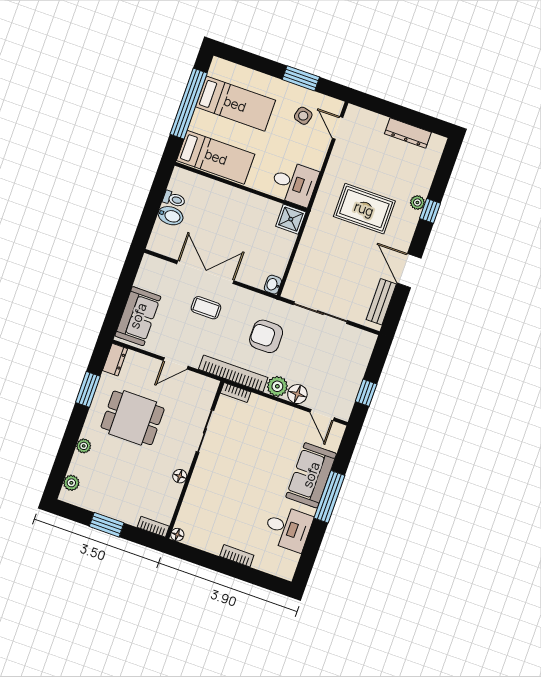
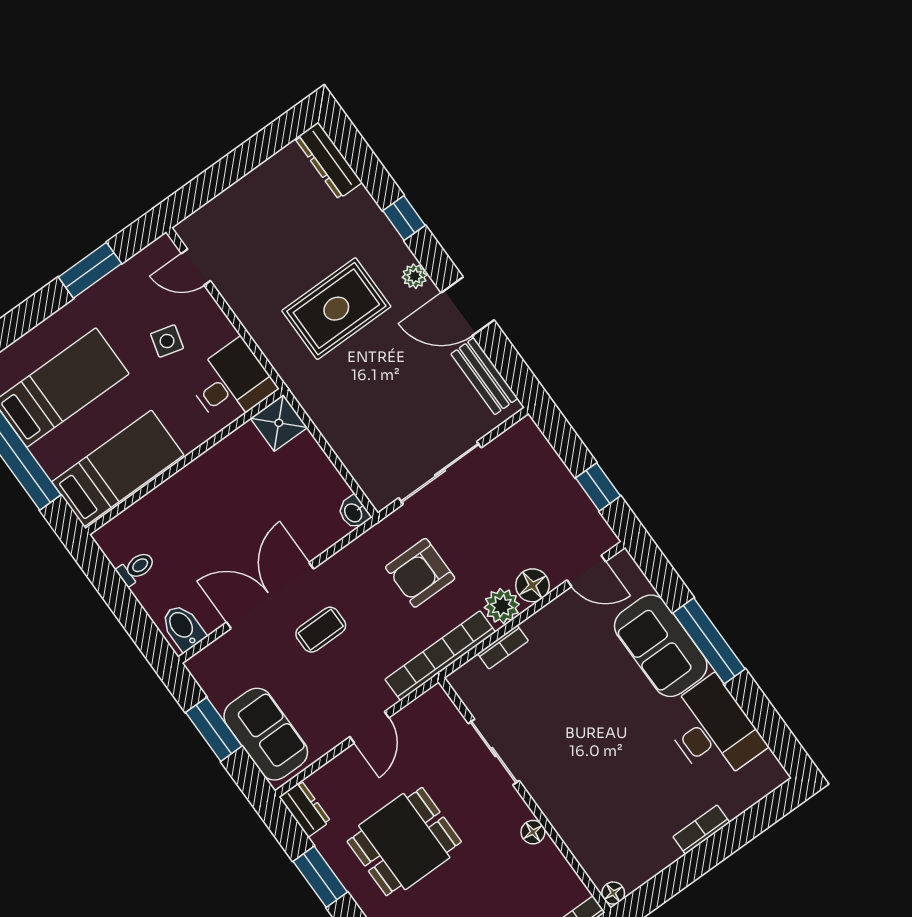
side table: (303, 116) -> (167, 341), moved
dresser: (408, 133) -> (328, 161), moved, turned 90
plant: (417, 203) -> (415, 276), moved
bidet: (170, 216) -> (183, 627), moved, turned -90
window: (123, 290) -> (214, 729), added
bookcase: (236, 393) -> (503, 647), moved
desk: (288, 528) -> (713, 730), width x1.37

